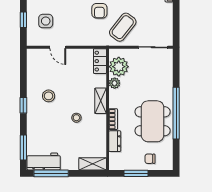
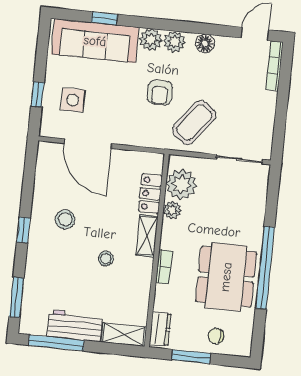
door: (58, 47) -> (88, 144), width x1.87
locker: (100, 61) -> (150, 194), moved
dresser: (115, 141) -> (160, 329), moved
workbench: (44, 161) -> (75, 326), moved

